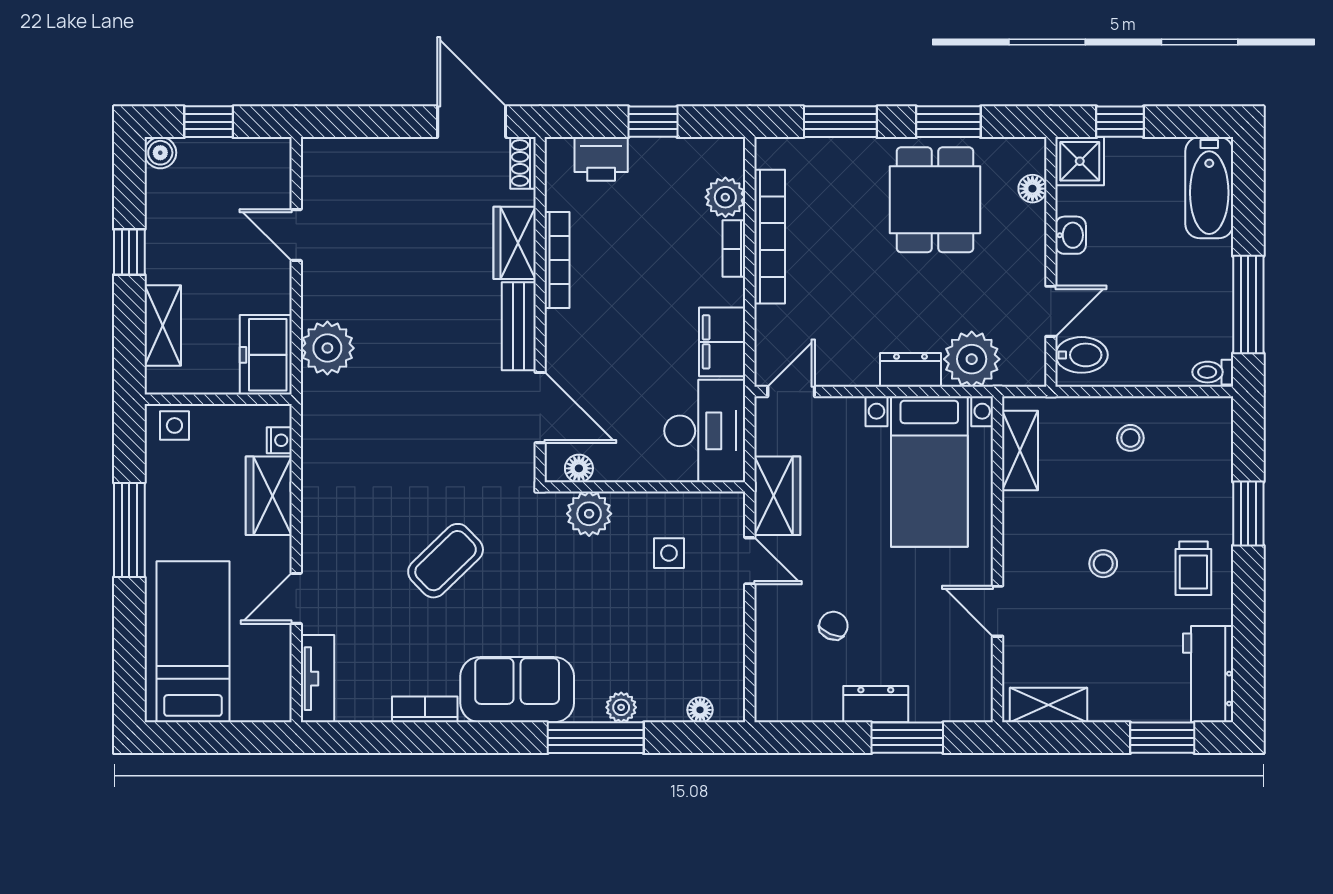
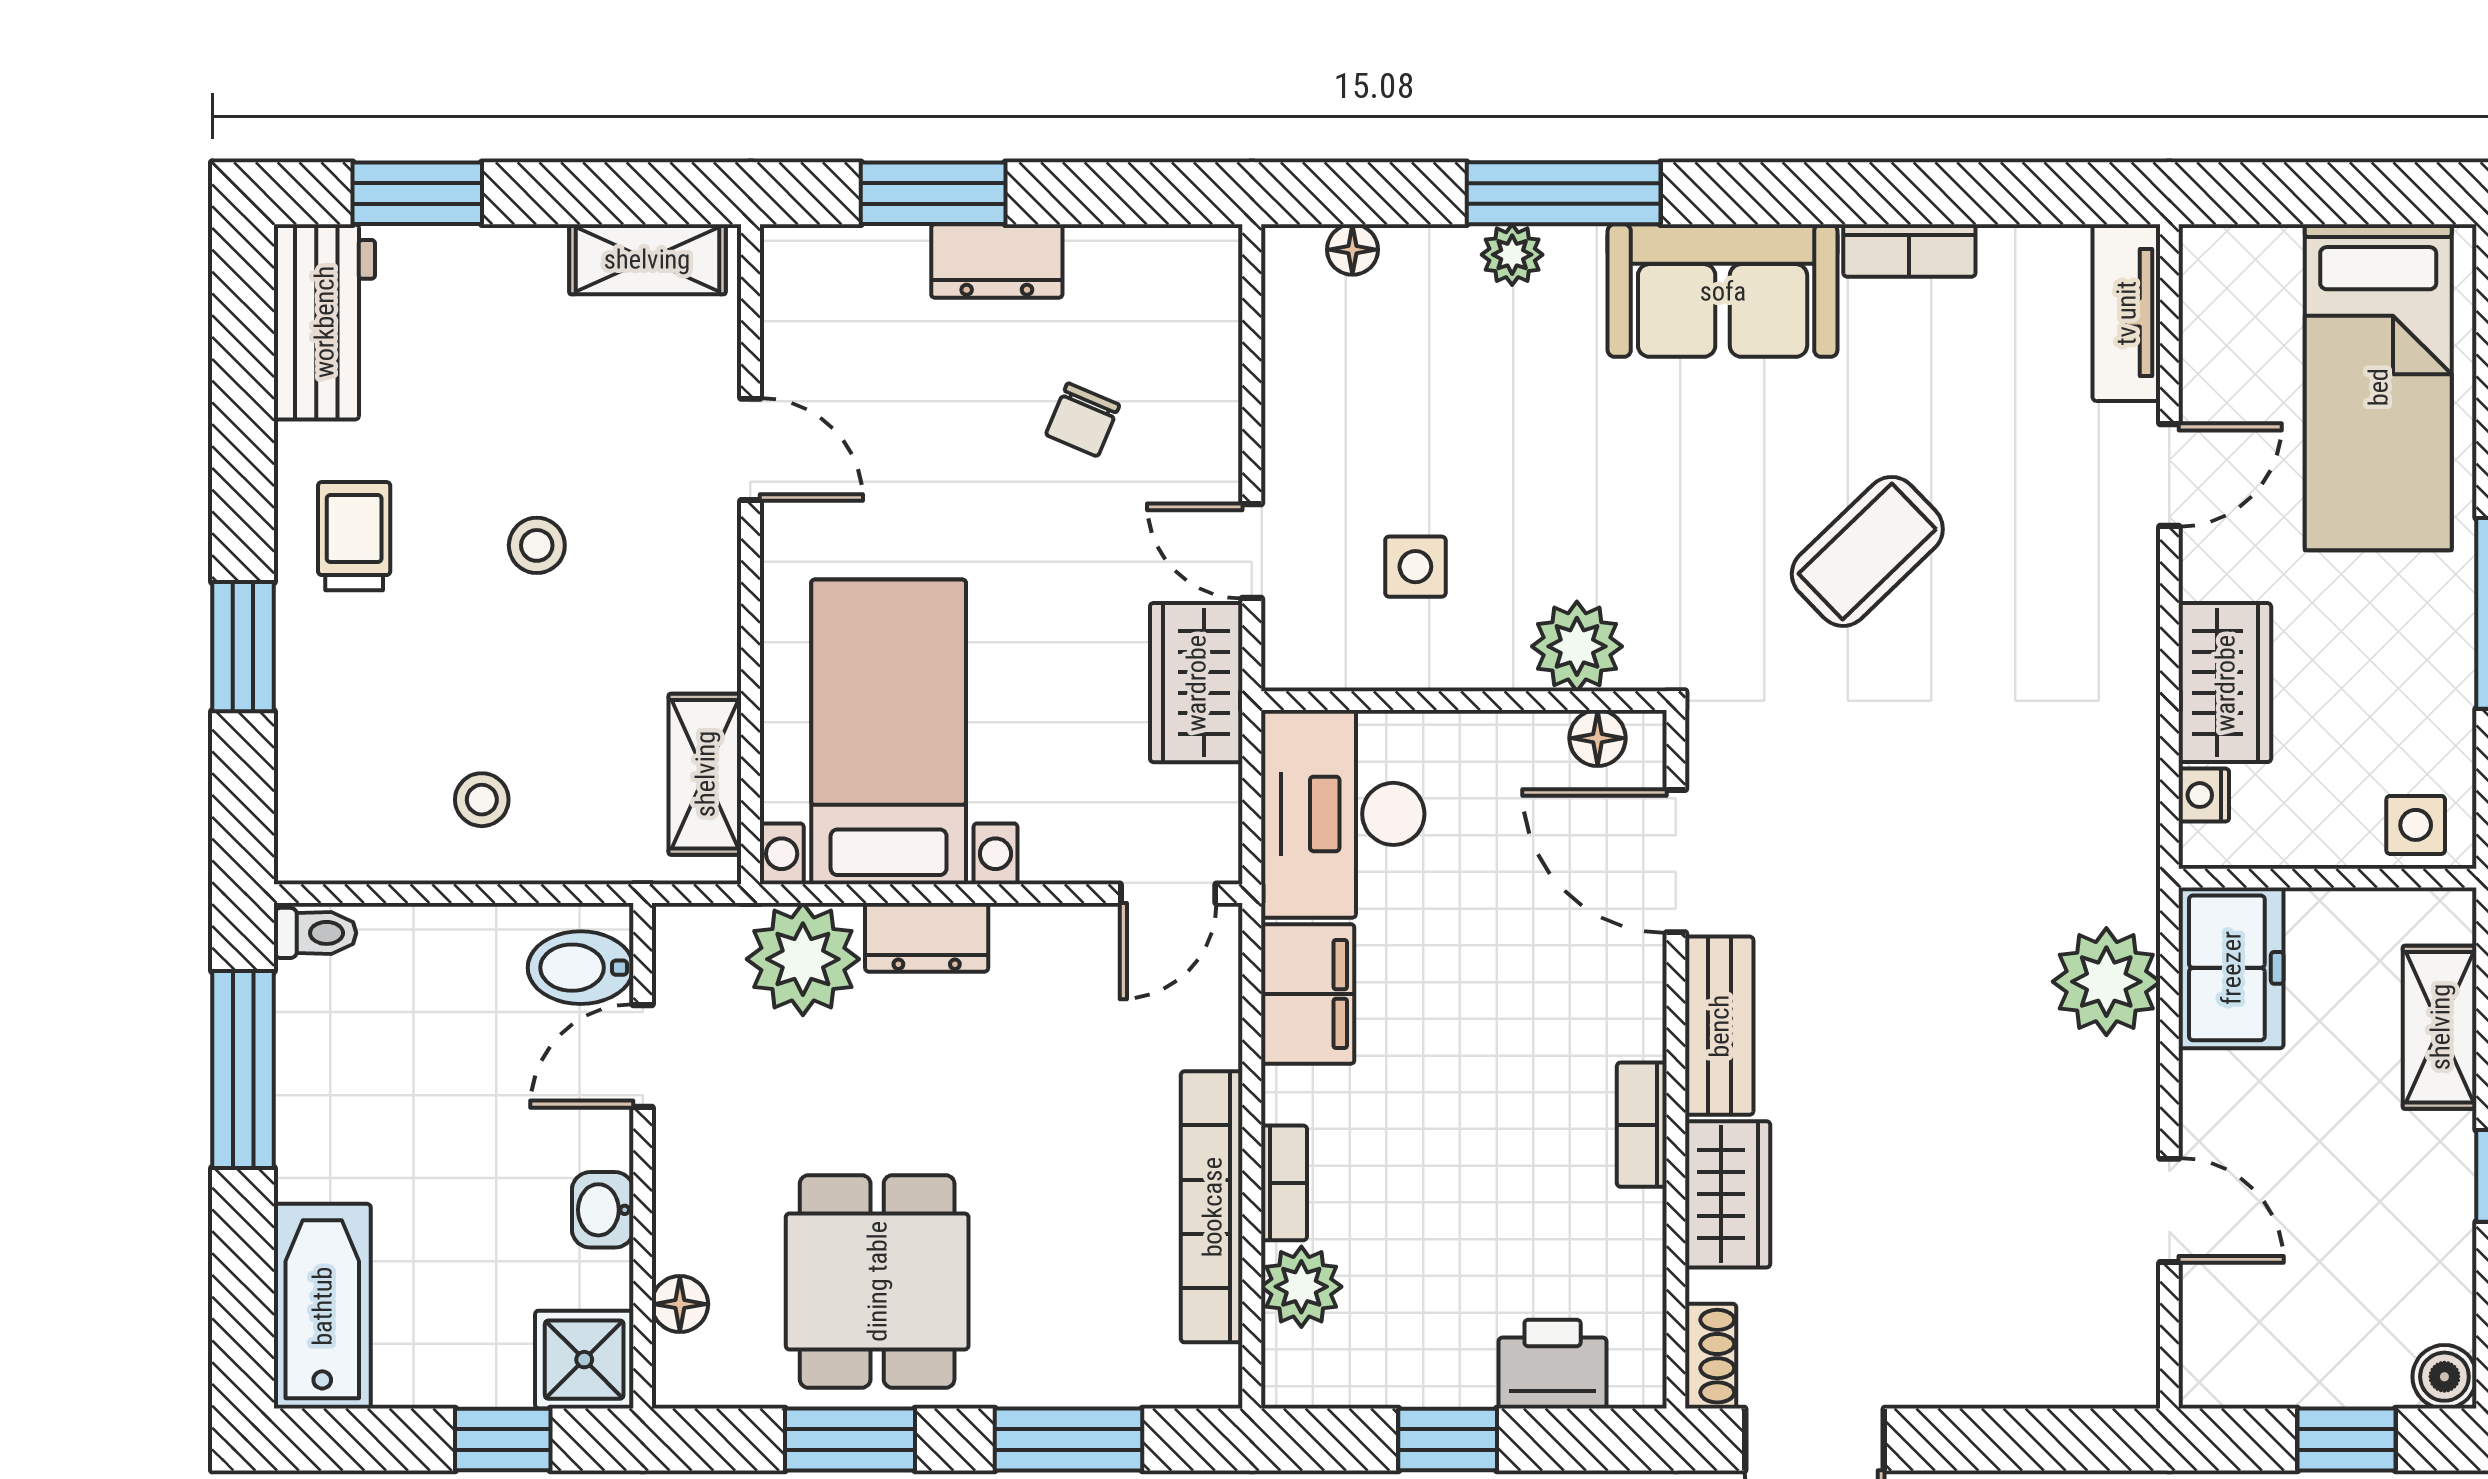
bookcase: (557, 260) -> (1642, 1125), width x0.64

